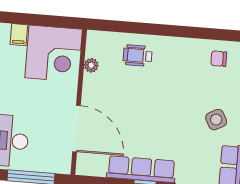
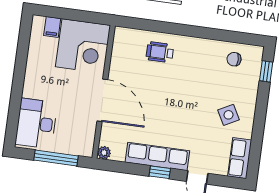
plant: (91, 65) -> (104, 153), moved
door: (77, 129) -> (102, 100), moved

